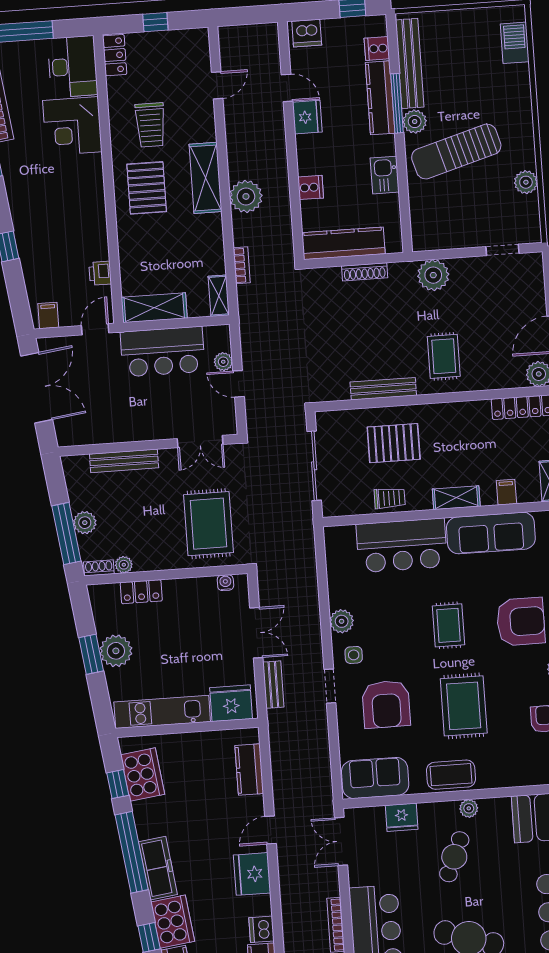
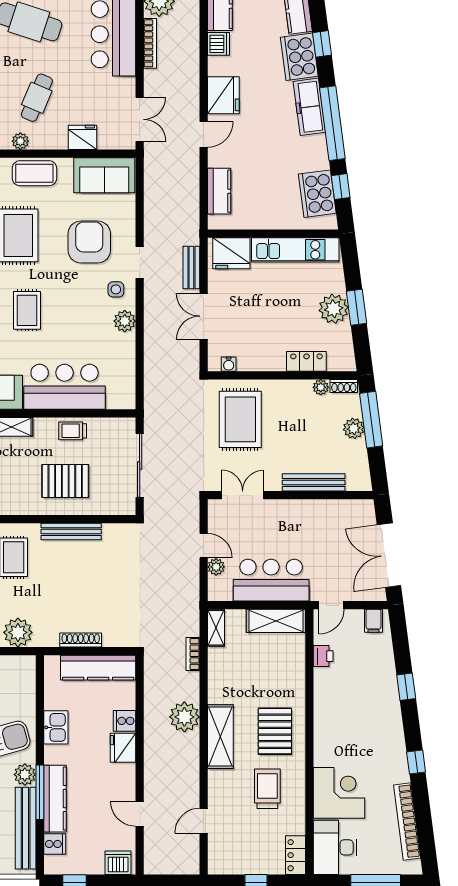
fridge: (307, 117) -> (123, 748), moved

